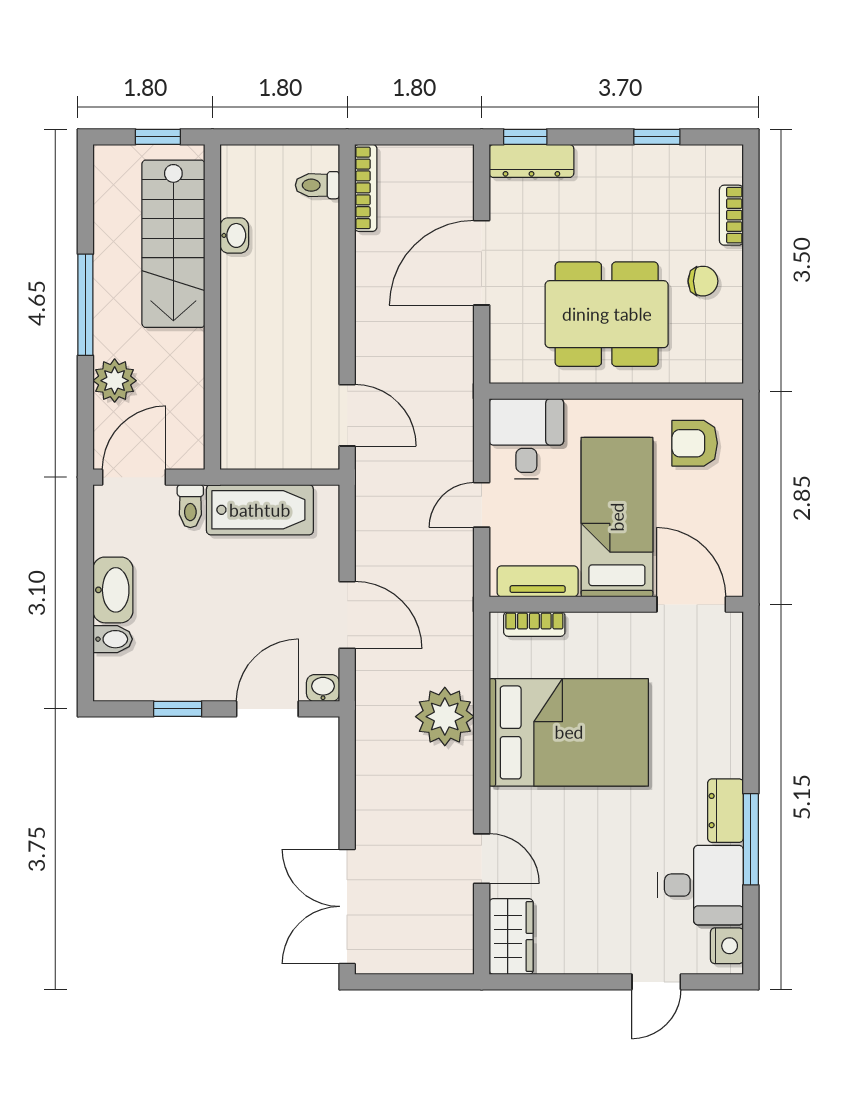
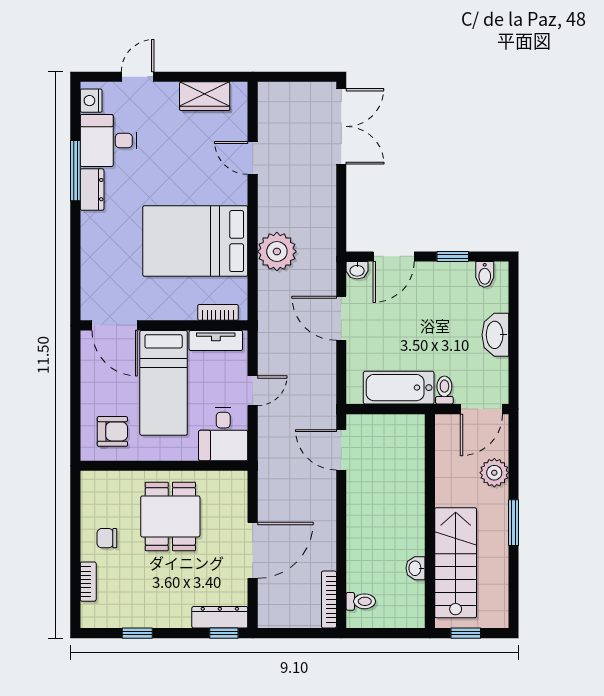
window: (85, 305) -> (514, 523), width x0.69
dining table: (607, 314) -> (170, 516), width x0.73
bidet: (113, 639) -> (485, 274), moved, turned -90
wardrobe: (511, 936) -> (205, 96), moved, turned -90

